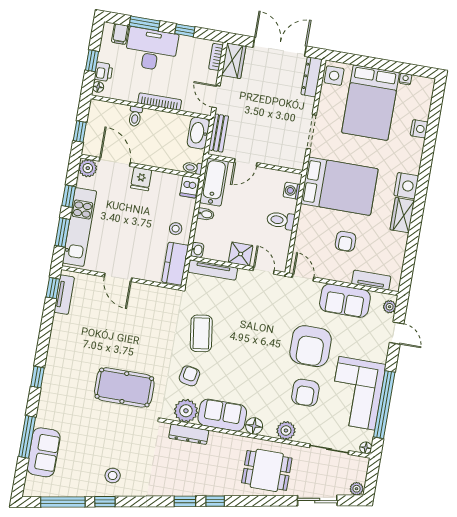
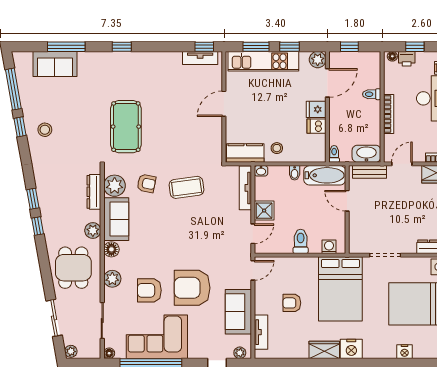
dishwasher: (189, 187) -> (317, 126), moved
plant: (230, 443) -> (93, 230), added

